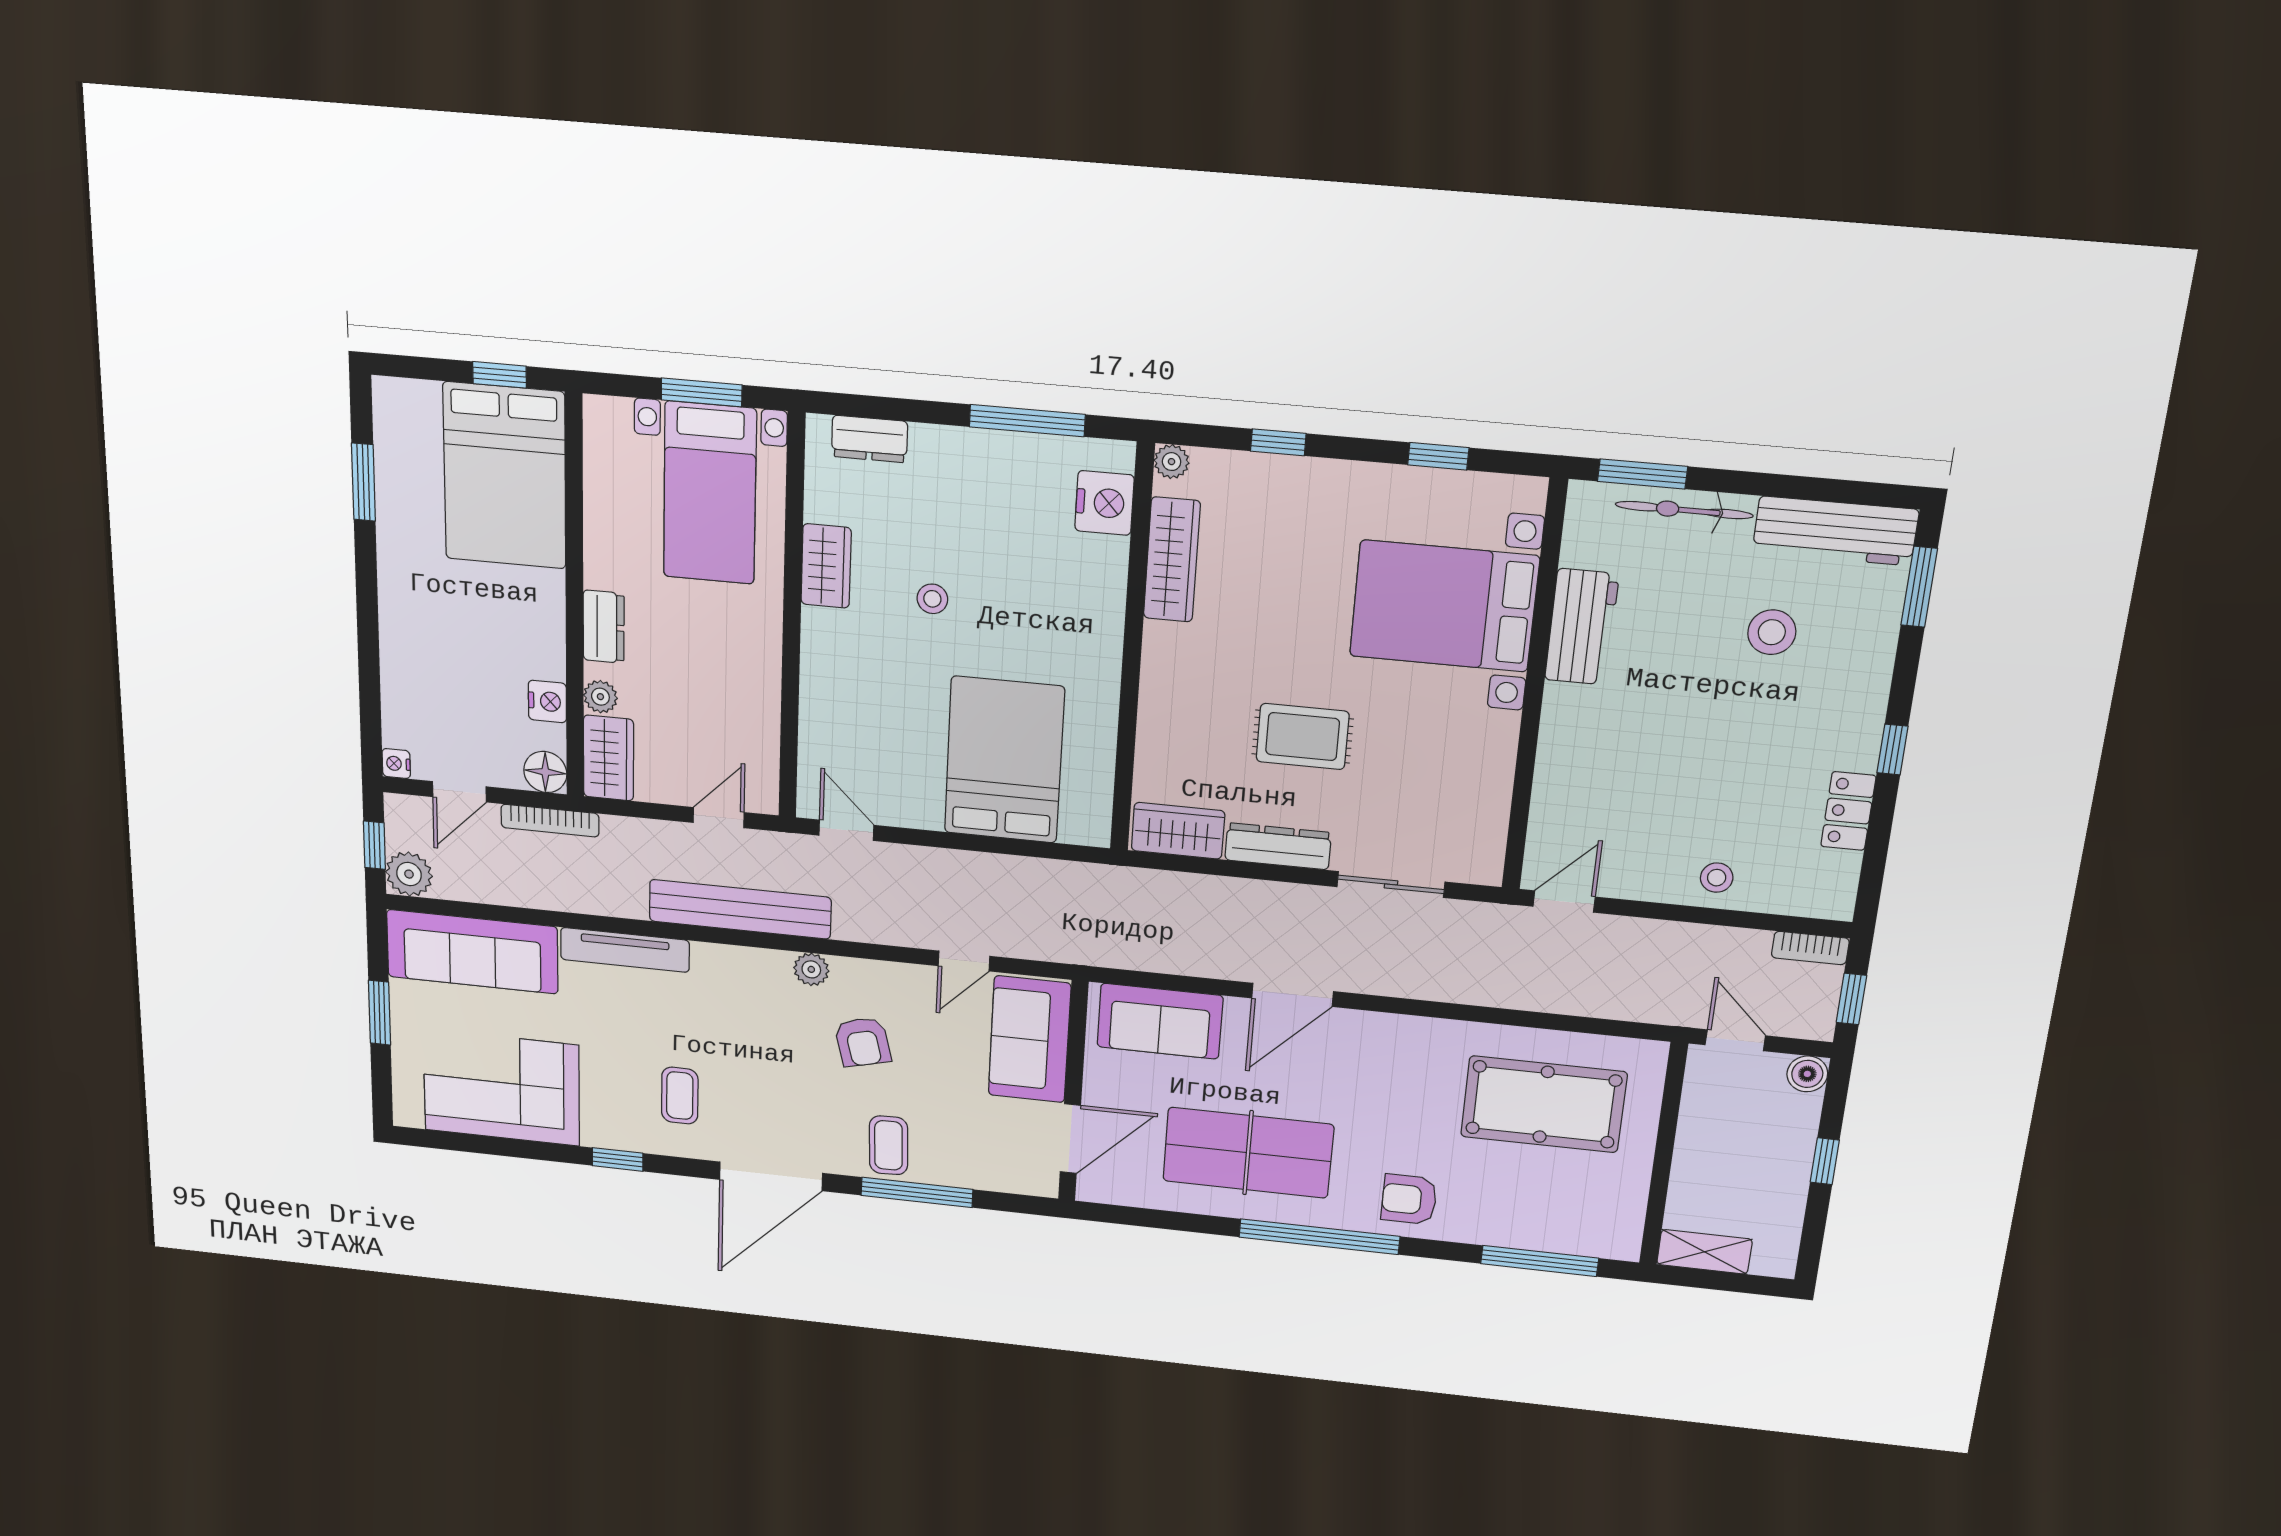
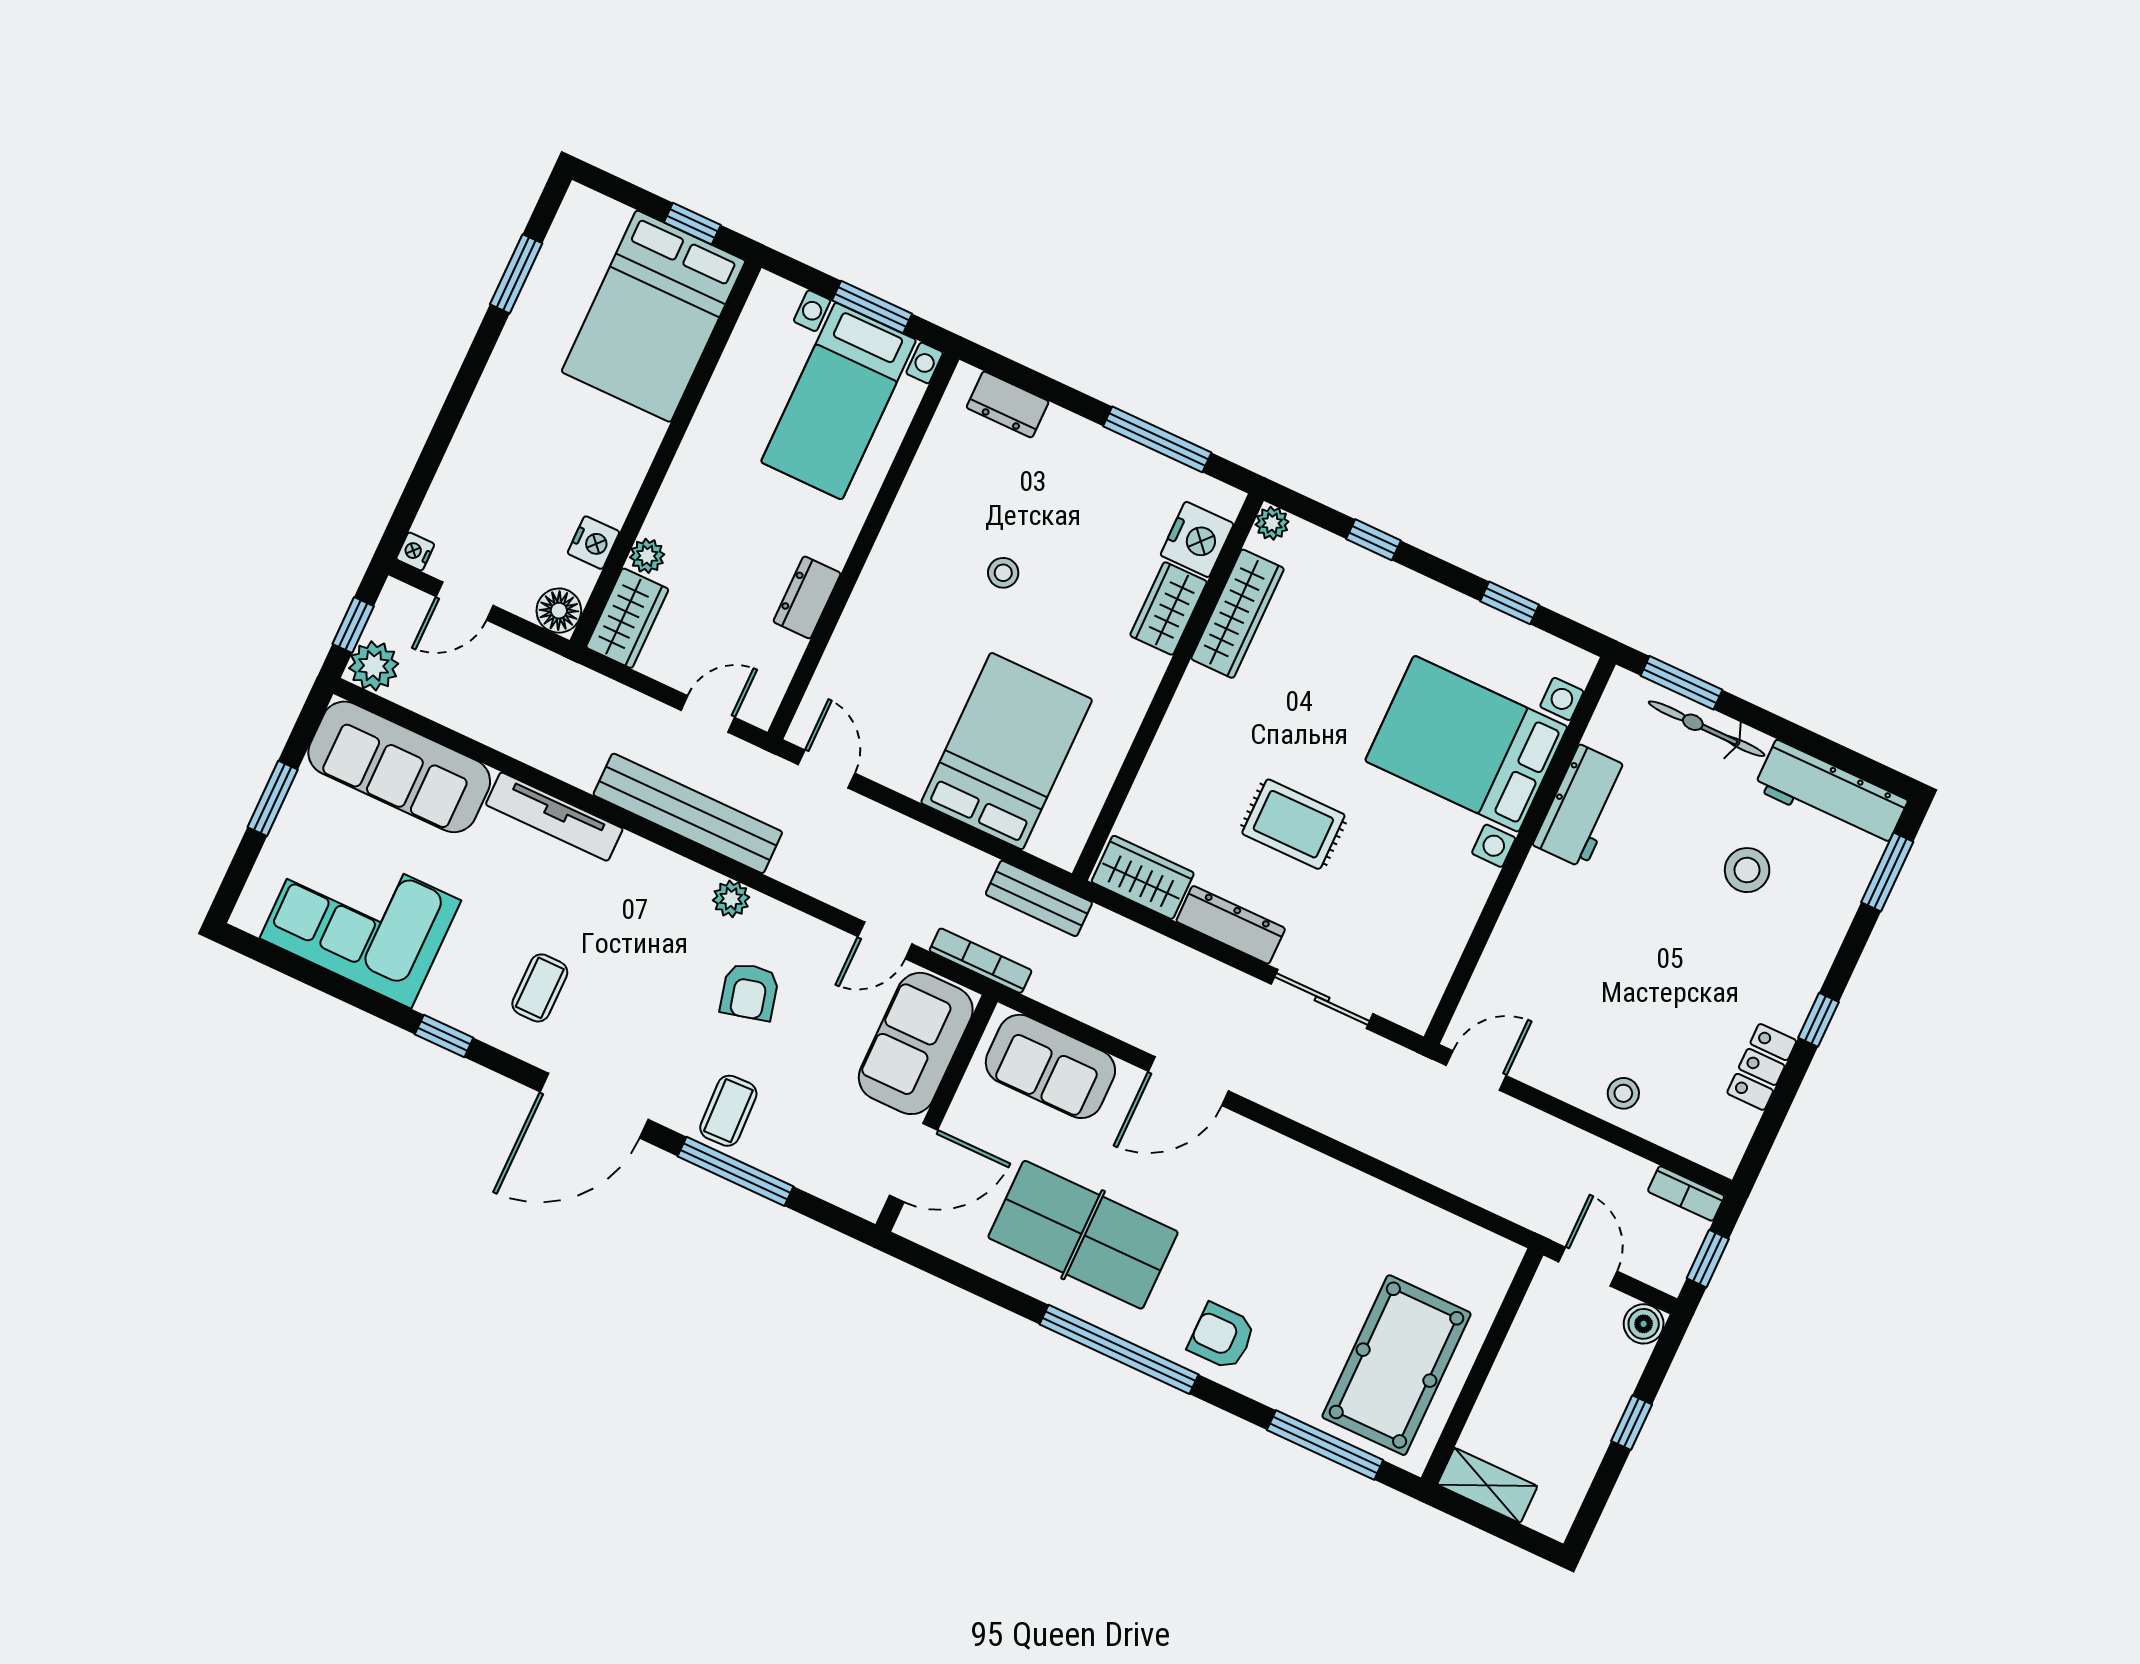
wardrobe: (826, 566) -> (1168, 608), moved, turned 180
dresser: (604, 627) -> (807, 597), moved, turned 180
bookcase: (550, 821) -> (981, 961), moved, turned 180
bench: (1089, 880) -> (1039, 898), added
pool table: (1544, 1104) -> (1396, 1365), moved, turned 90

